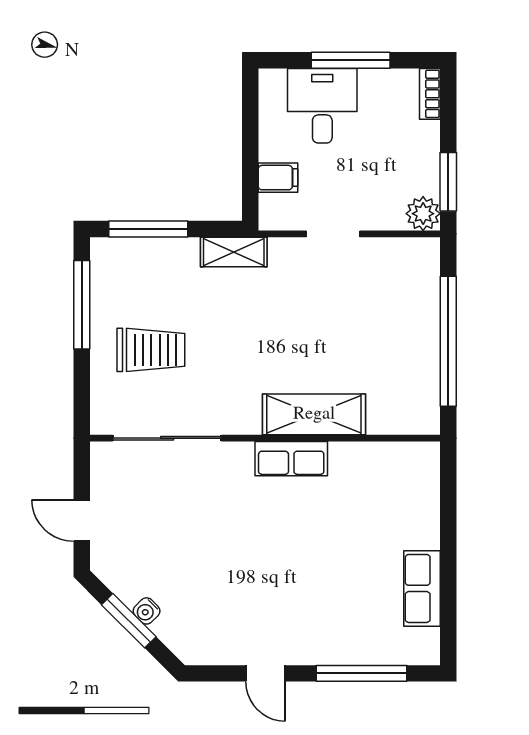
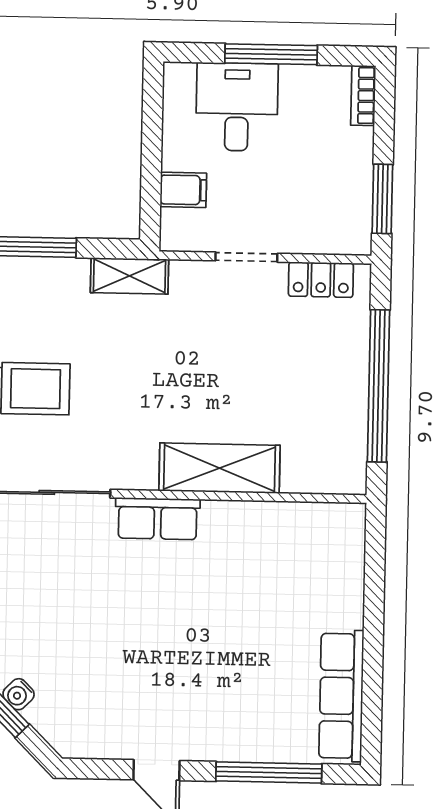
plant: (423, 214) -> (352, 236), removed
locker: (397, 252) -> (321, 280), added
row of seats: (291, 459) -> (158, 519), moved
row of seats: (422, 588) -> (341, 696), width x1.48

